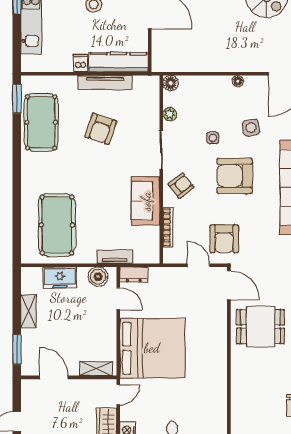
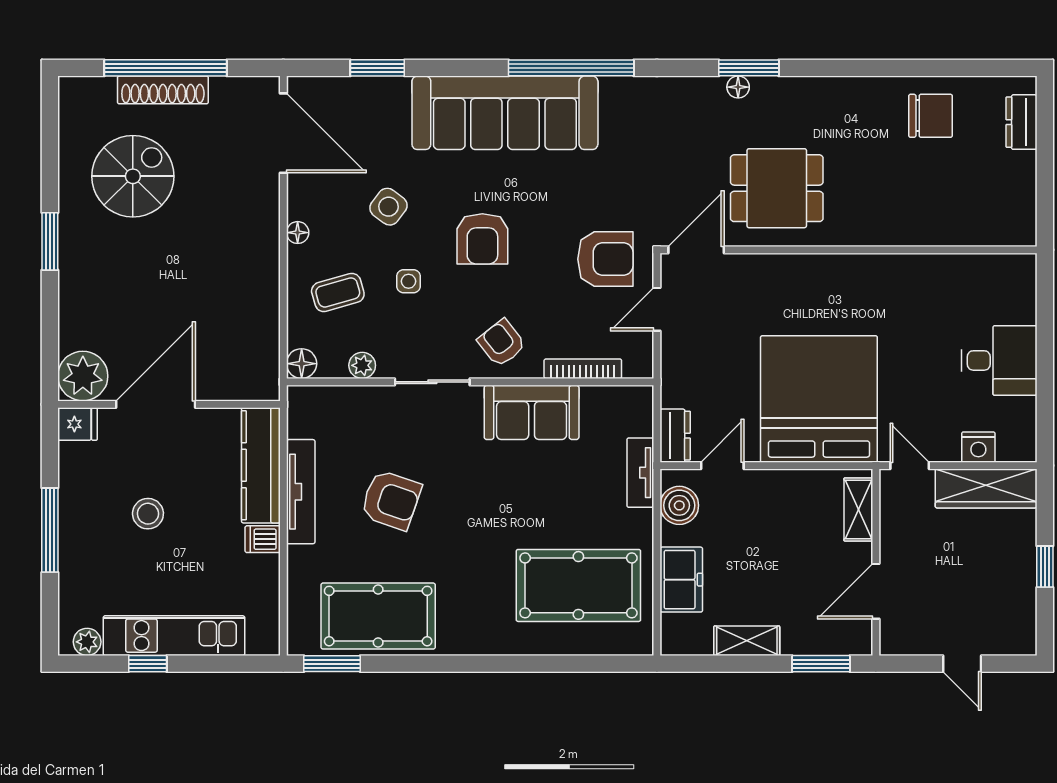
coffee table: (207, 102) -> (338, 292), added
side table: (251, 128) -> (388, 207), turned 45
armchair: (235, 176) -> (482, 239), width x0.73, depth x0.73
dining table: (260, 327) -> (777, 188), turned 90

